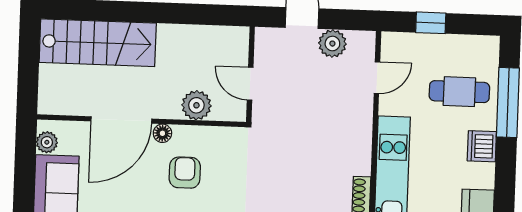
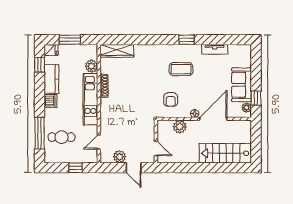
door: (250, 84) -> (156, 148), moved
dishwasher: (482, 146) -> (51, 101), moved
window: (25, 162) -> (256, 98), added
armchair: (185, 173) -> (171, 100), moved

